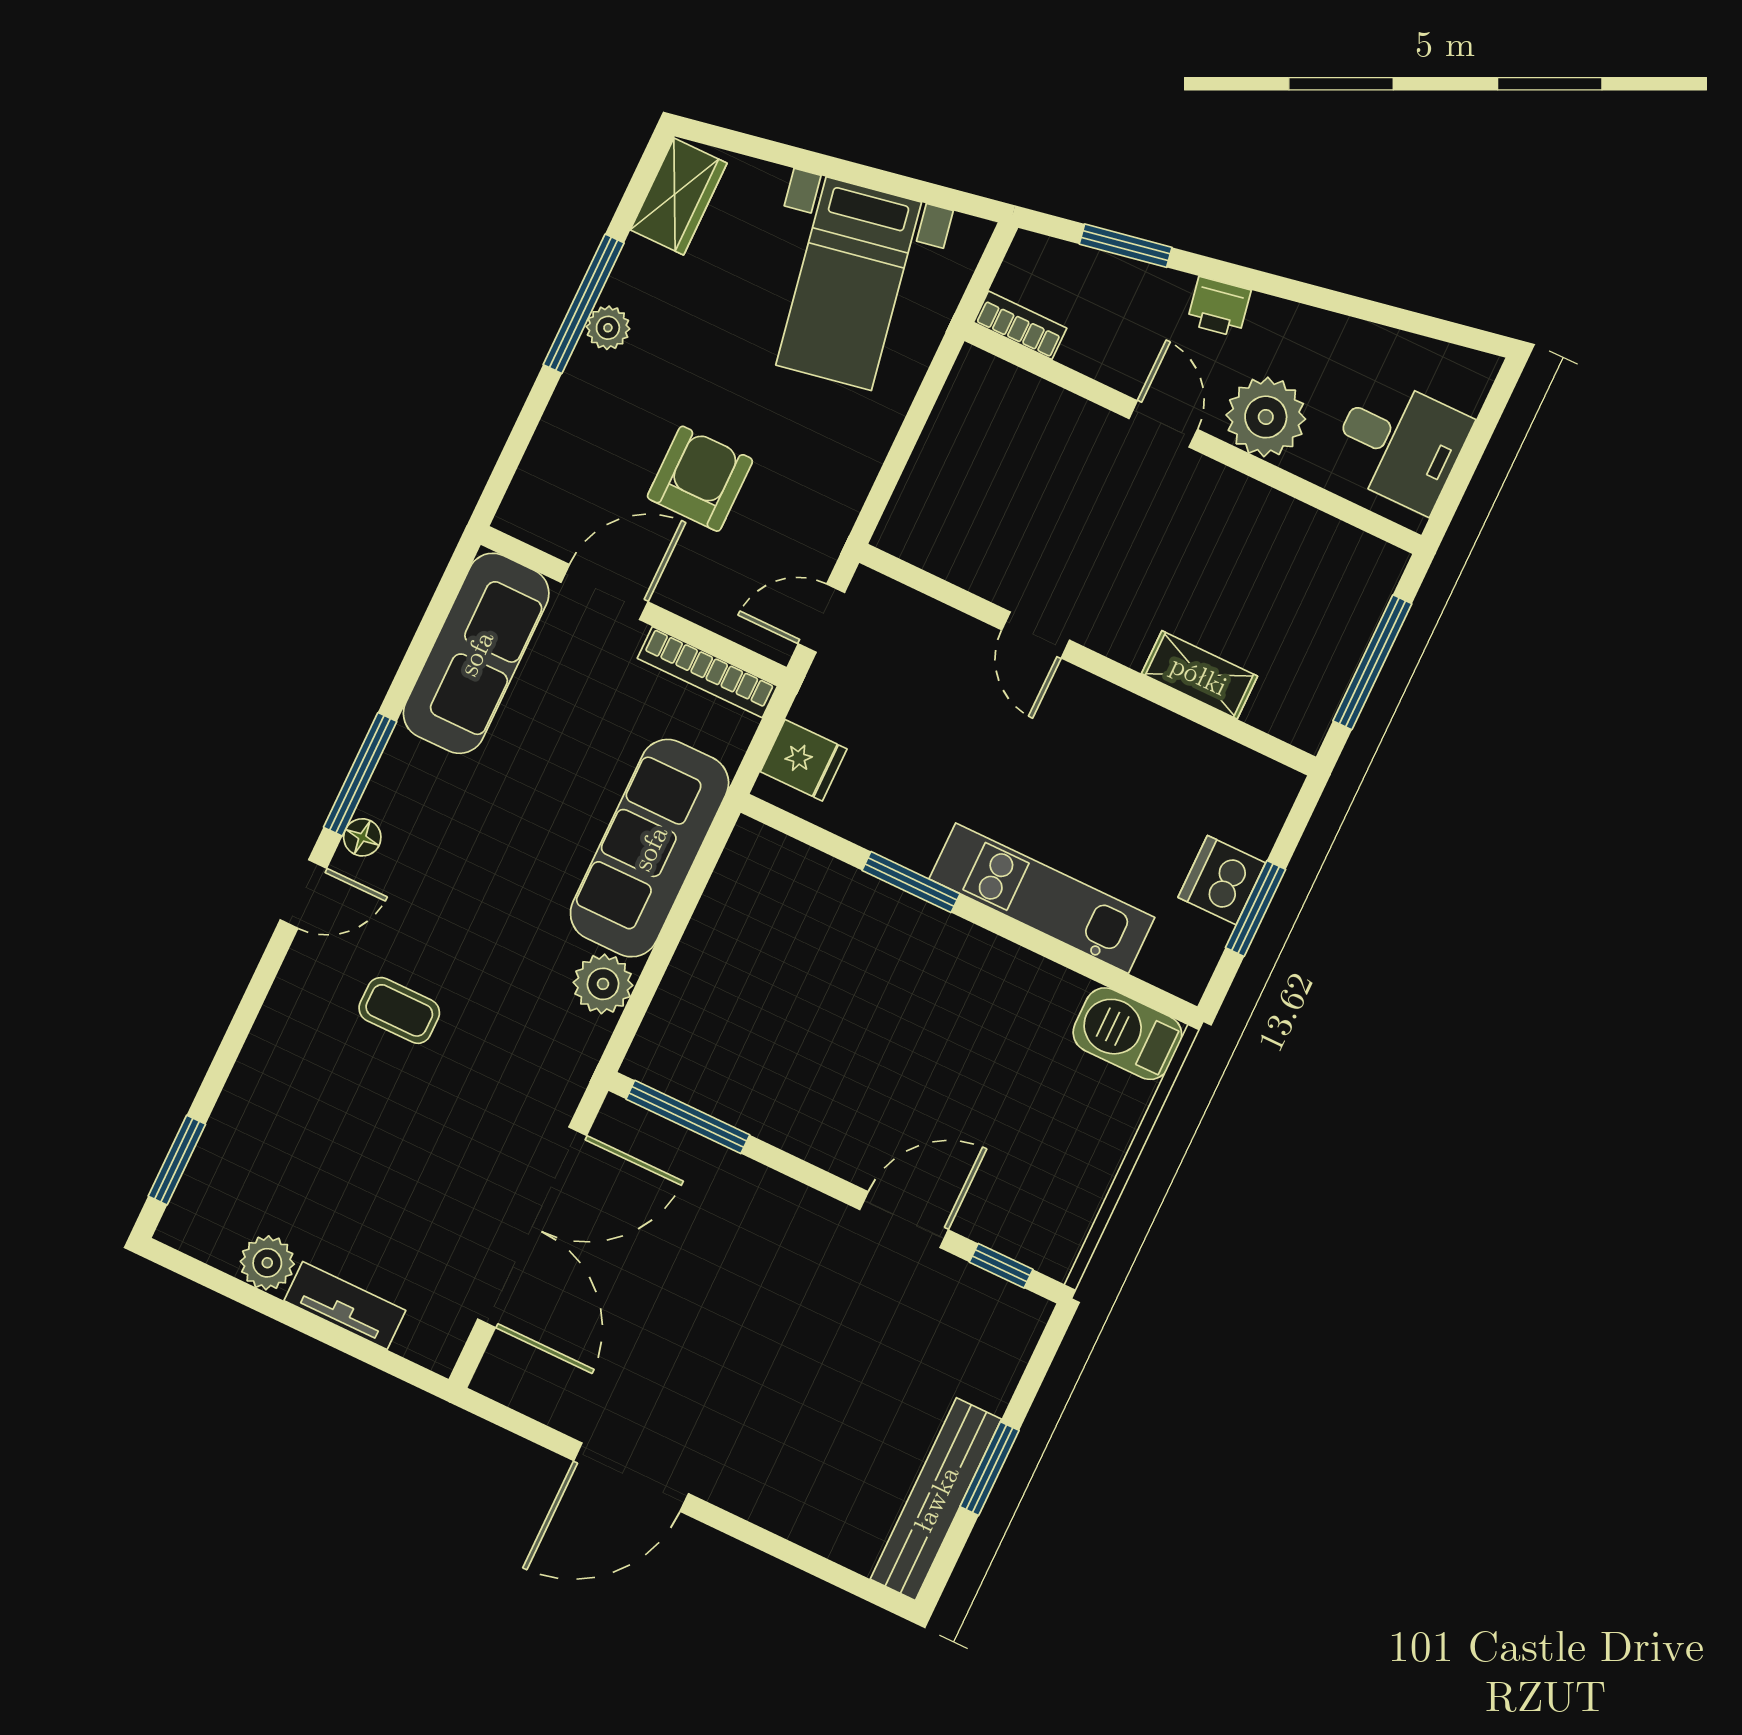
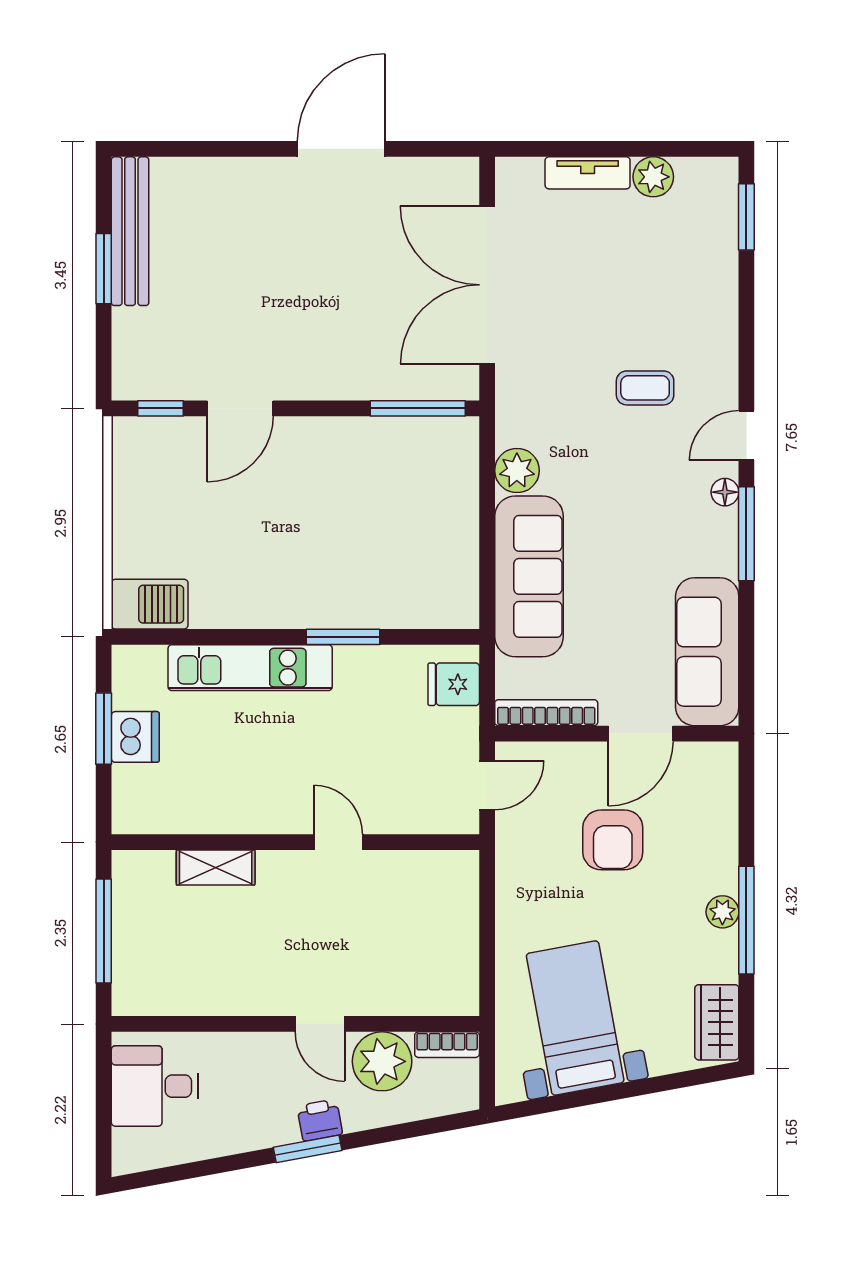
window: (1126, 246) -> (308, 1149), moved
plant: (1266, 417) -> (382, 1061), moved

